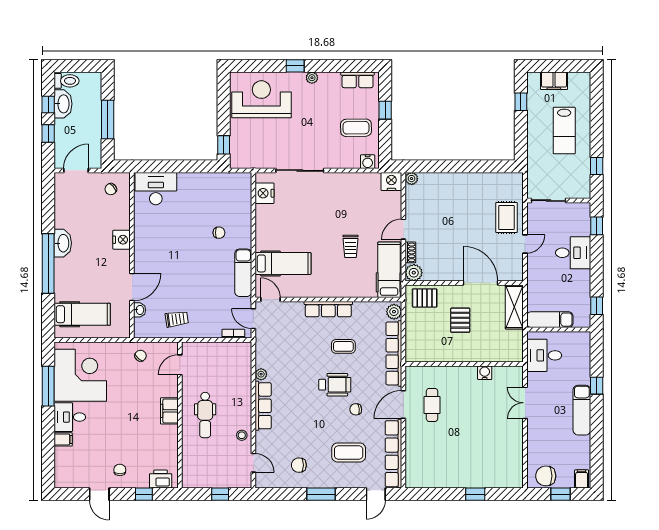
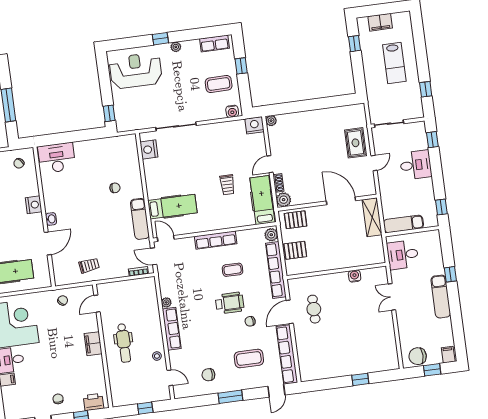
washbasin: (140, 310) -> (51, 219), moved
pallet: (460, 320) -> (295, 250), moved, turned 90

